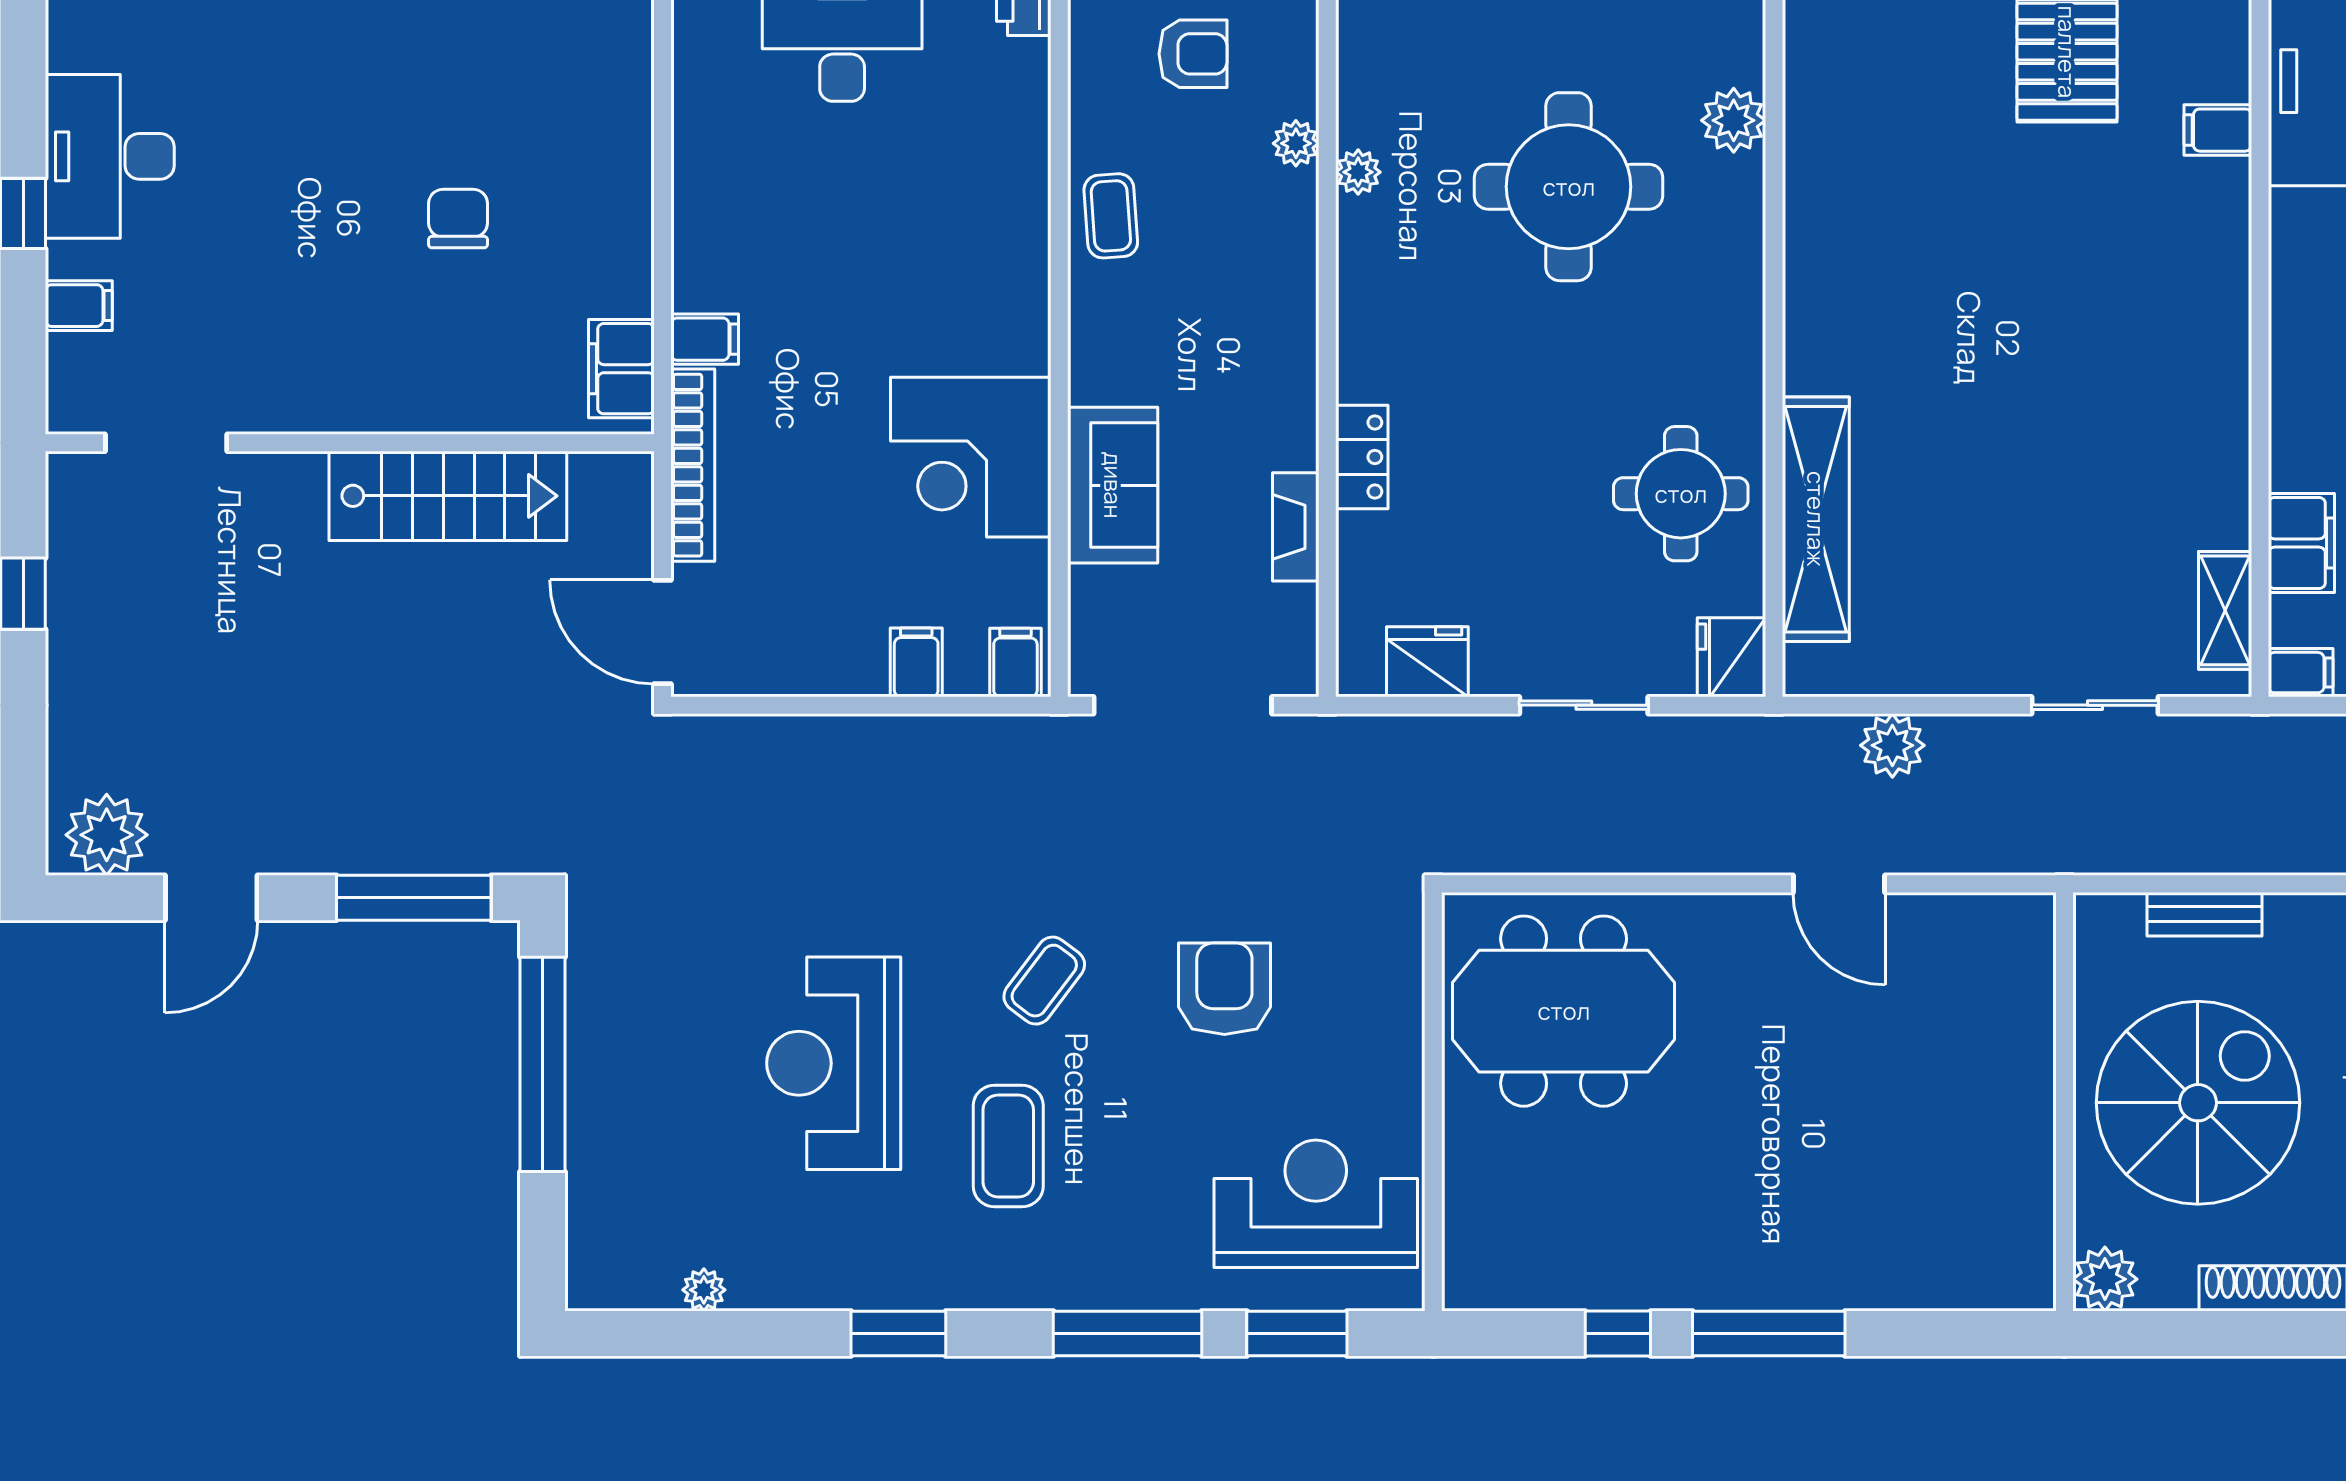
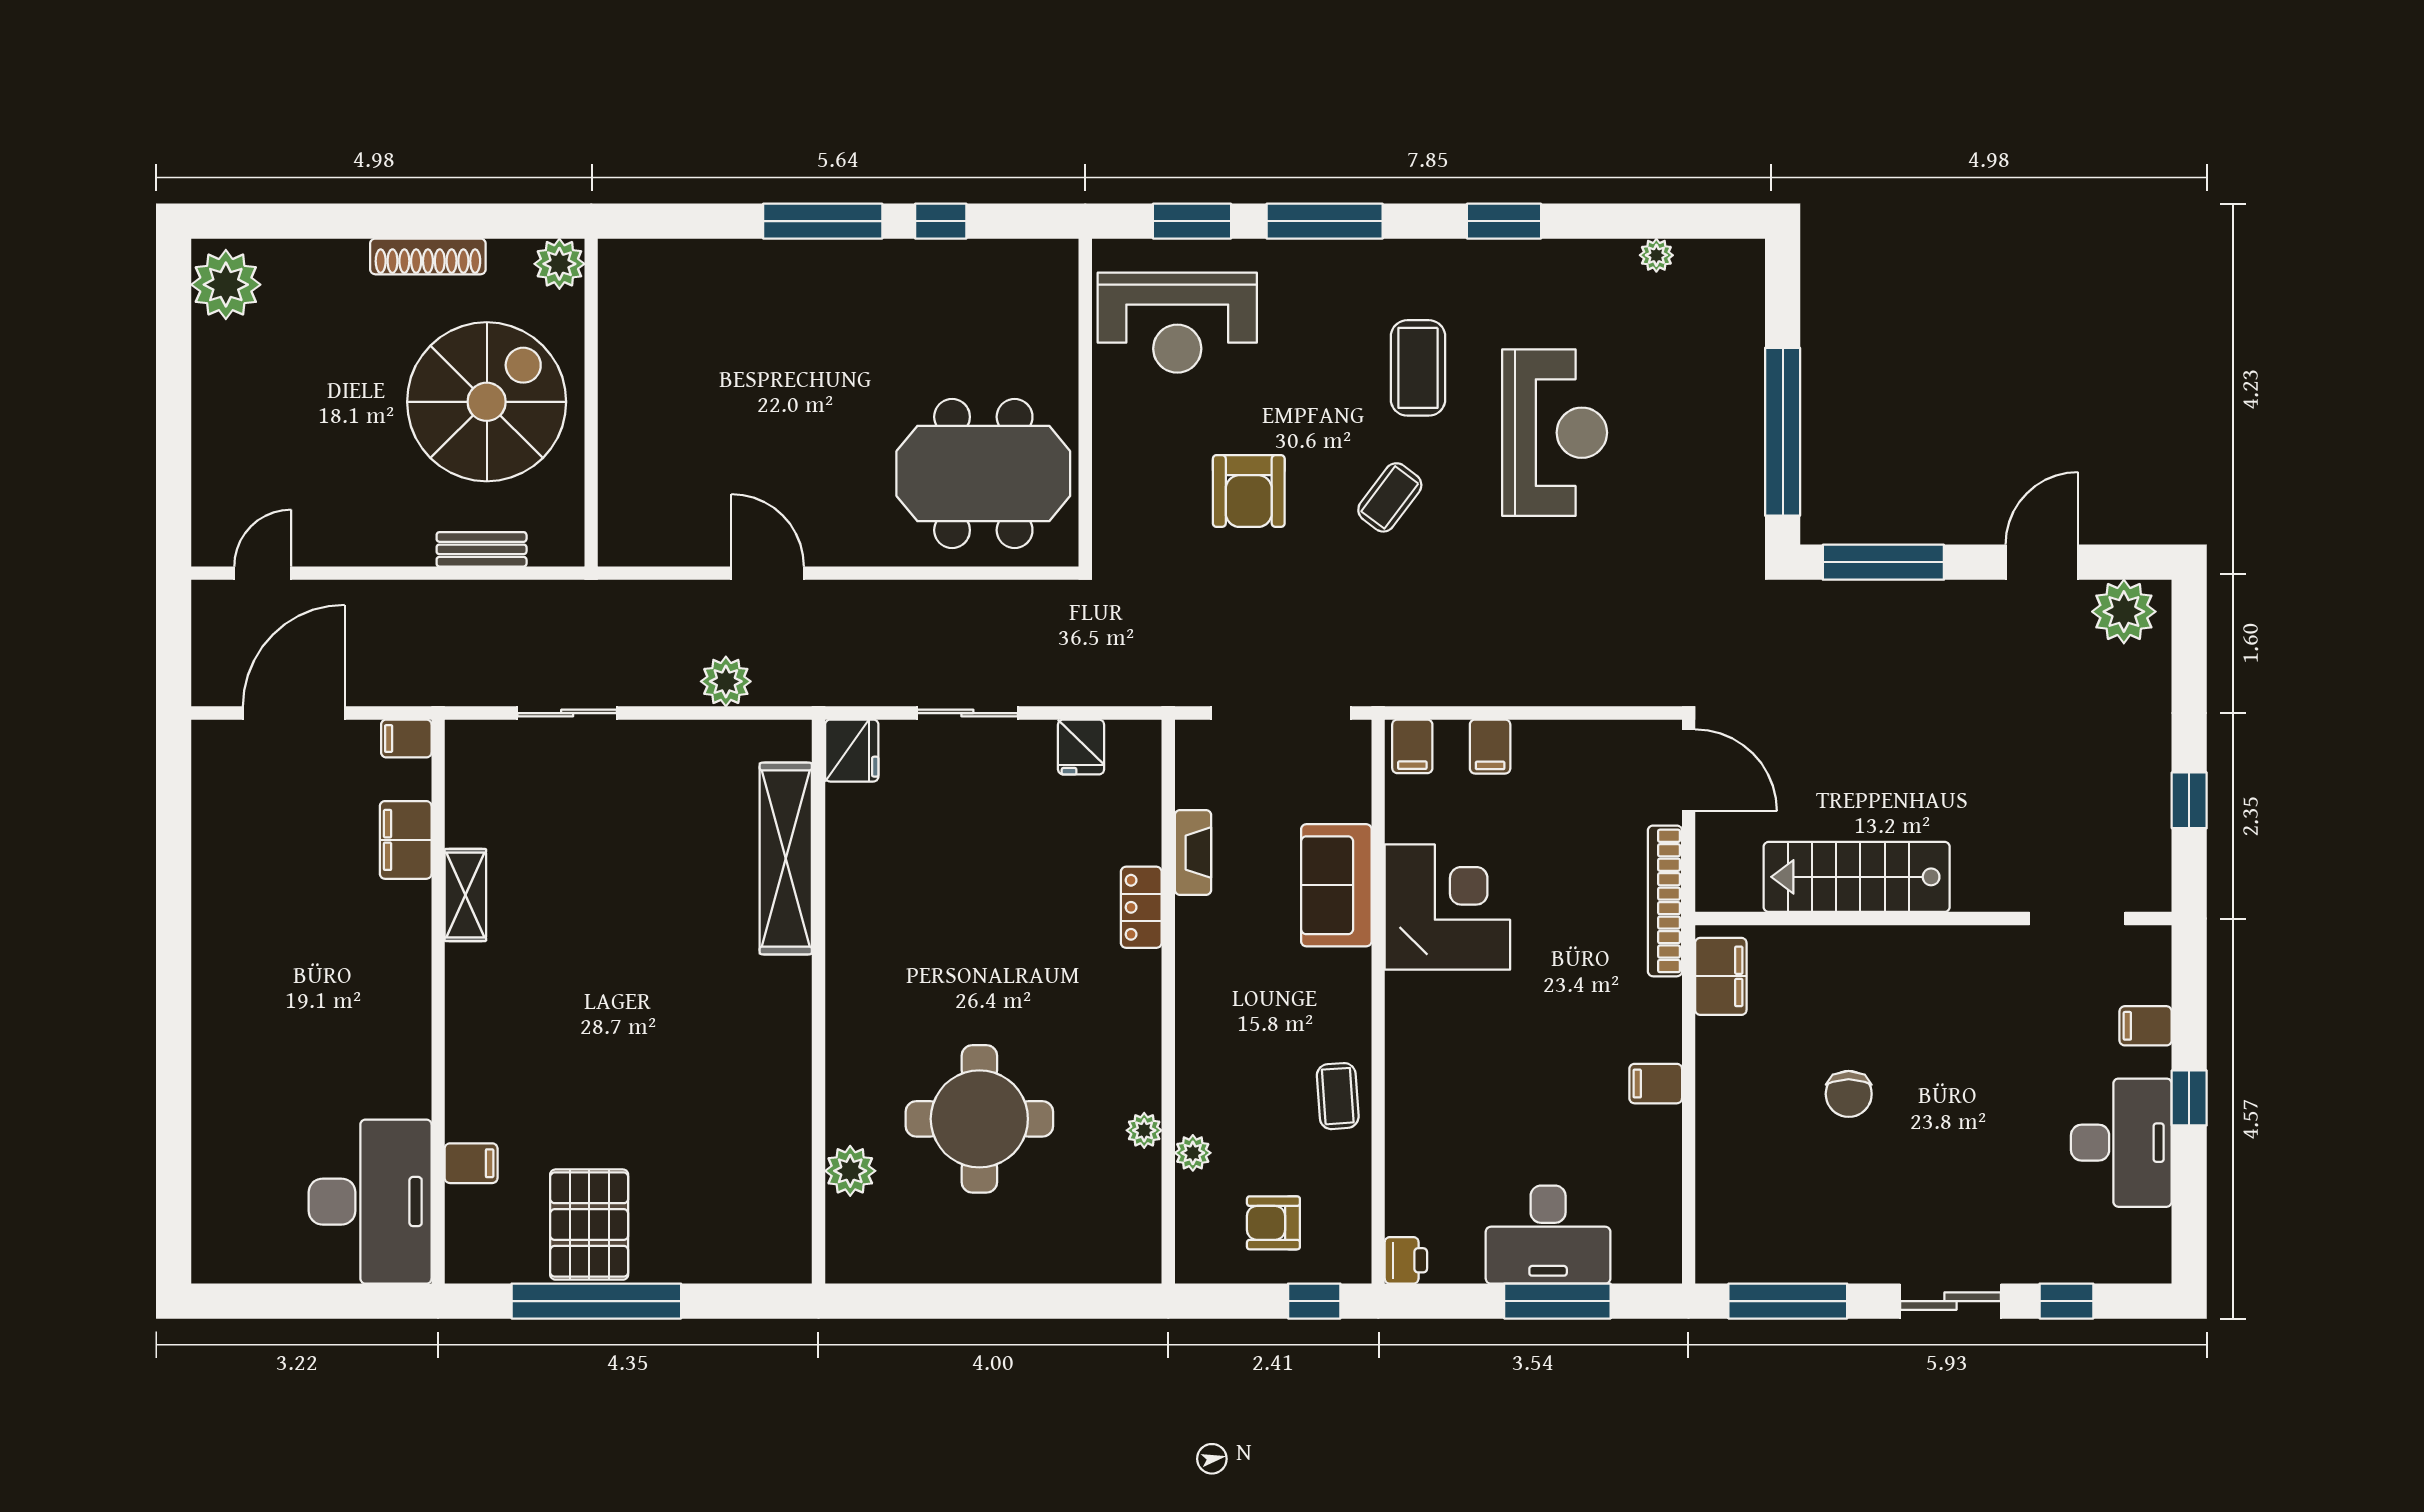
filing cabinet: (705, 339) -> (1656, 1084), moved
round table: (1681, 494) -> (892, 879), removed
shelving: (2225, 610) -> (465, 895), moved
fridge: (1427, 662) -> (1081, 747), width x0.72
spiral stairs: (2198, 1103) -> (487, 402), turned 180

